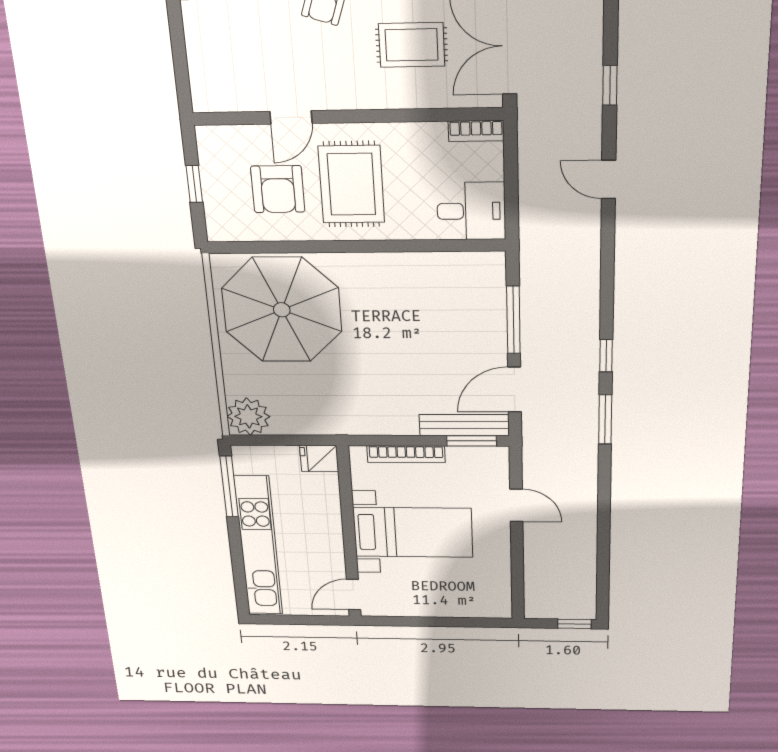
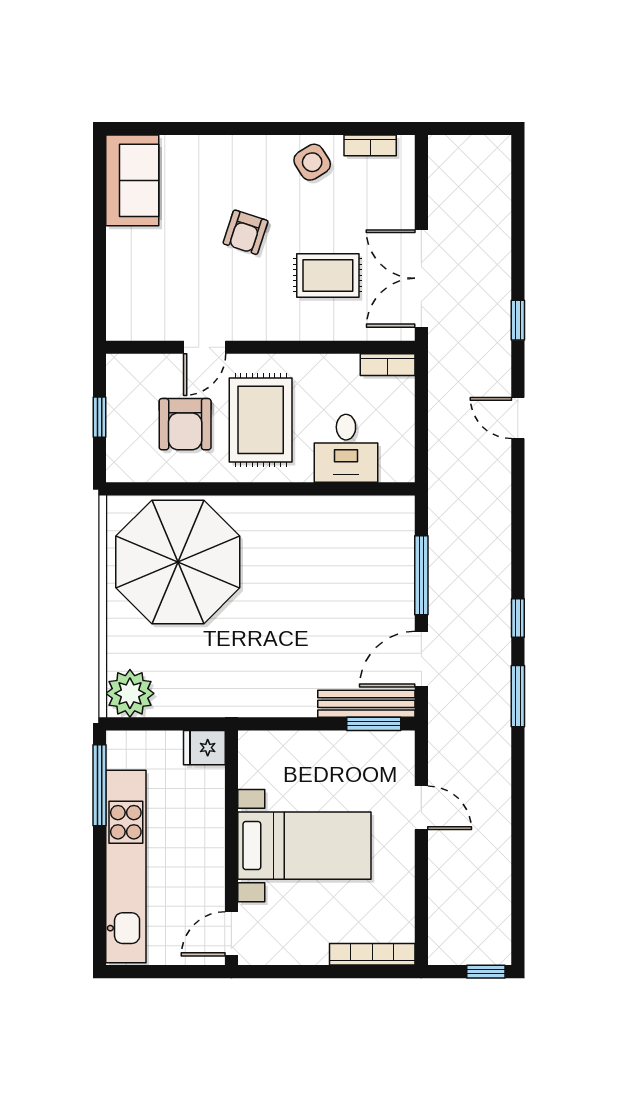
desk: (471, 211) -> (346, 448), moved, turned 90
bookcase: (406, 454) -> (372, 954), moved, turned 180

